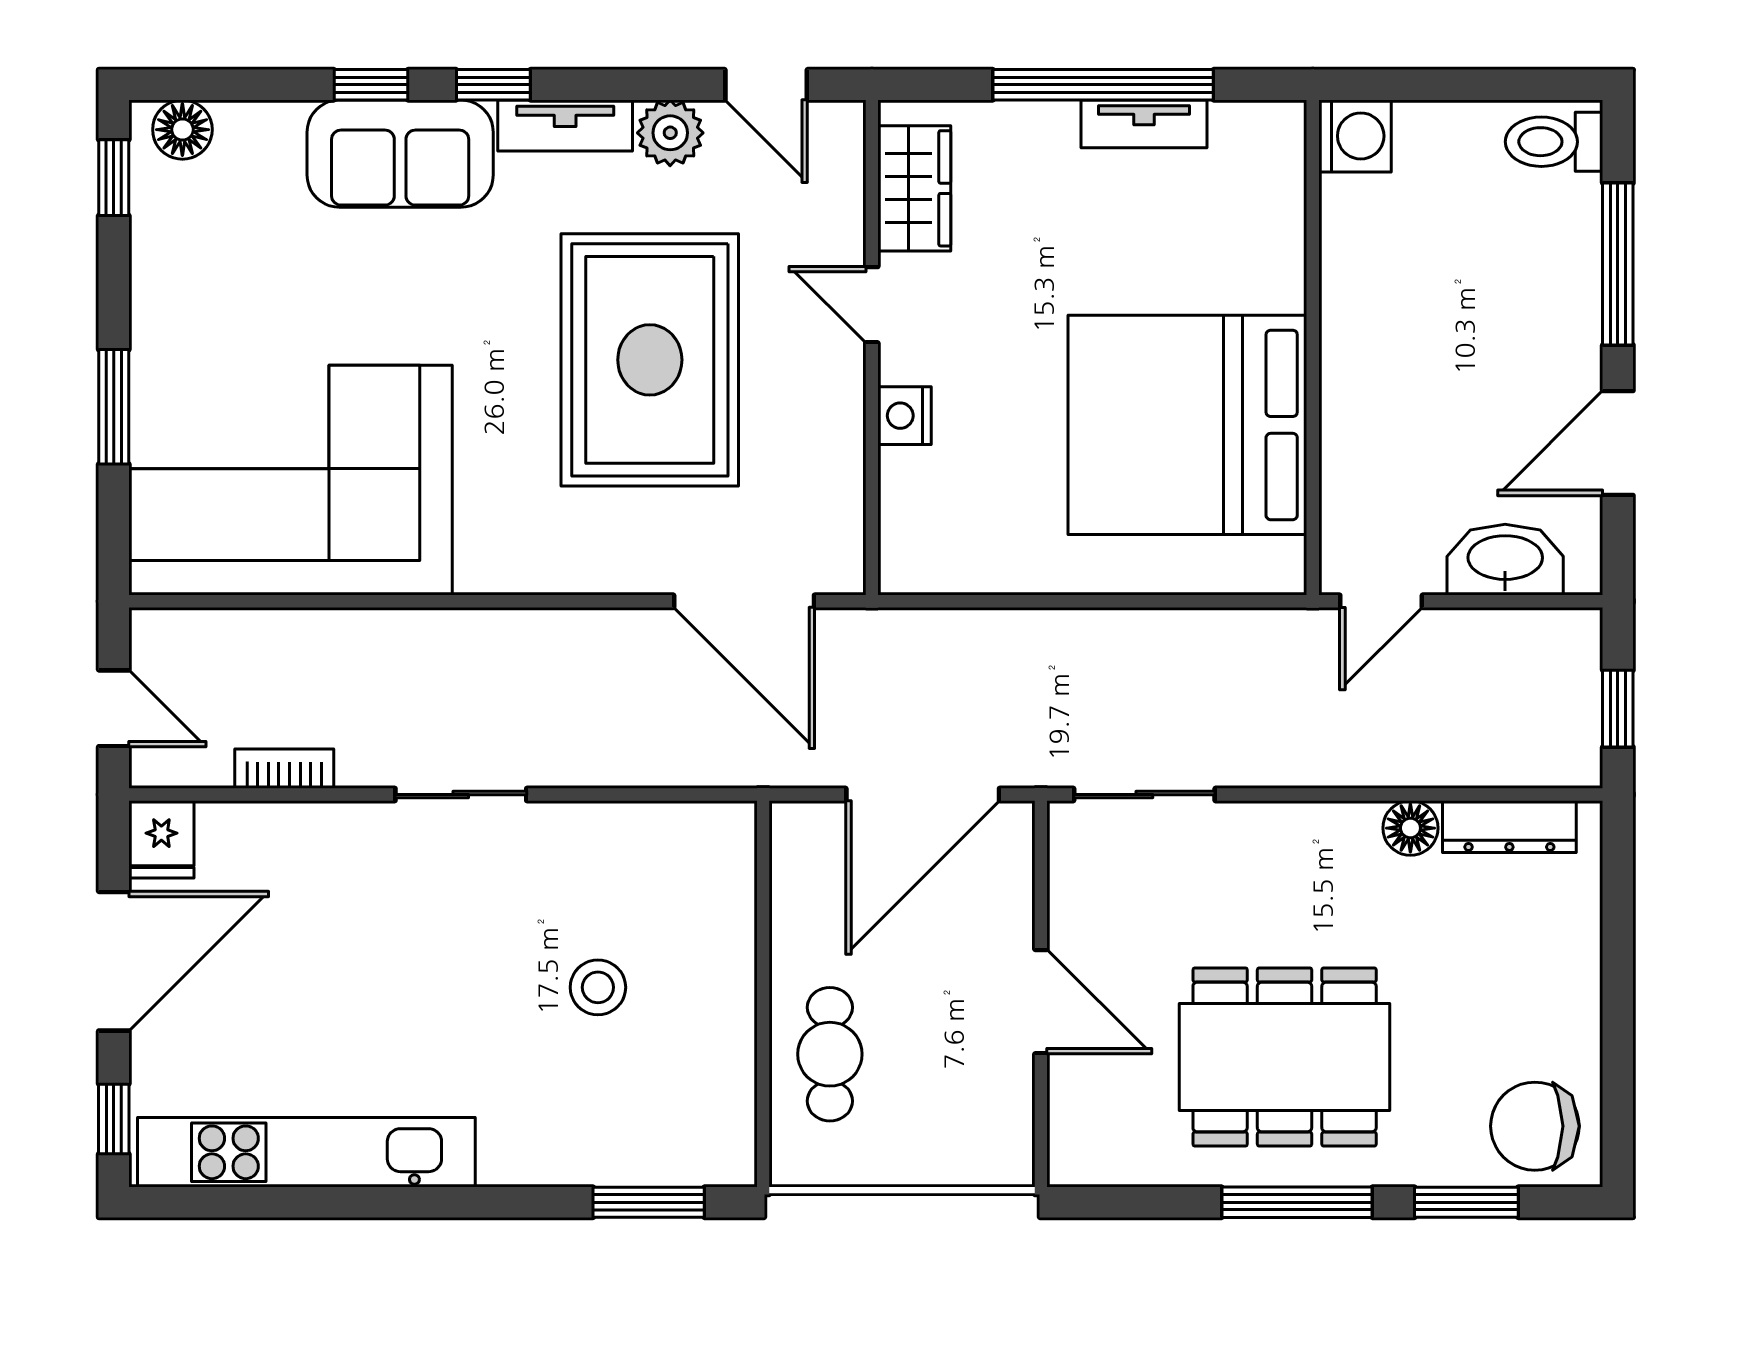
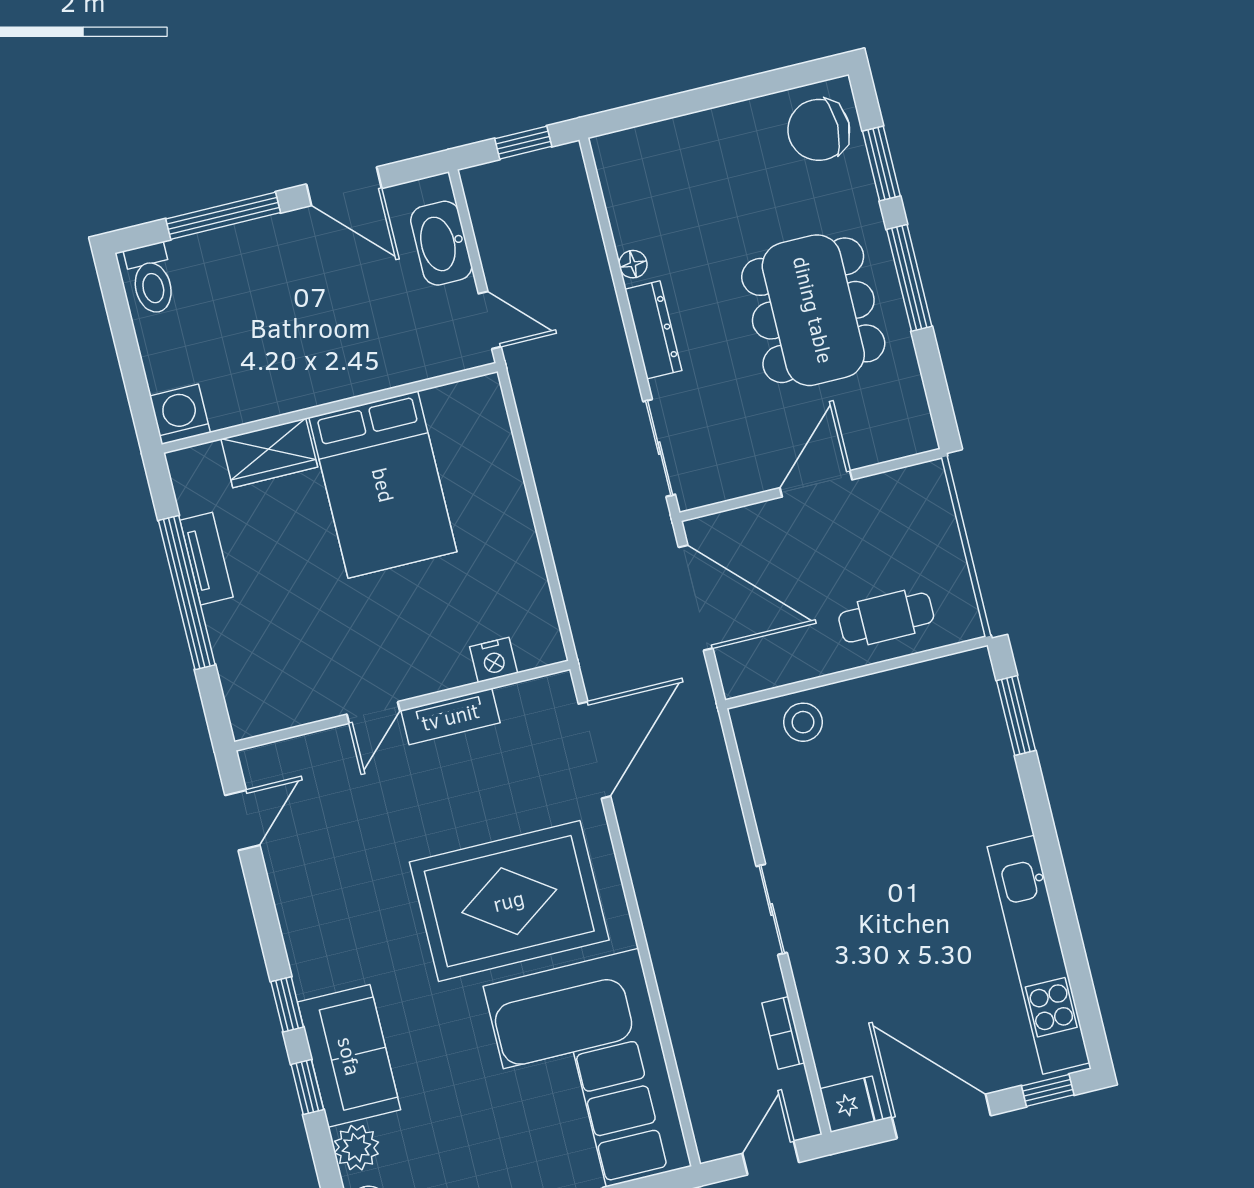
tv unit: (565, 126) -> (450, 717), moved, turned 90
plant: (670, 133) -> (356, 1148), moved
wardrobe: (914, 188) -> (269, 453), moved, turned 180
rug: (650, 360) -> (509, 901), moved
nightstand: (904, 416) -> (494, 660), moved
bed: (1187, 425) -> (383, 485), width x0.73
dresser: (1509, 827) -> (653, 330), moved
floor lamp: (1410, 828) -> (633, 264), width x0.73, depth x0.73
stool: (598, 987) -> (803, 722), moved
chair: (1535, 1126) -> (819, 130), turned 90

